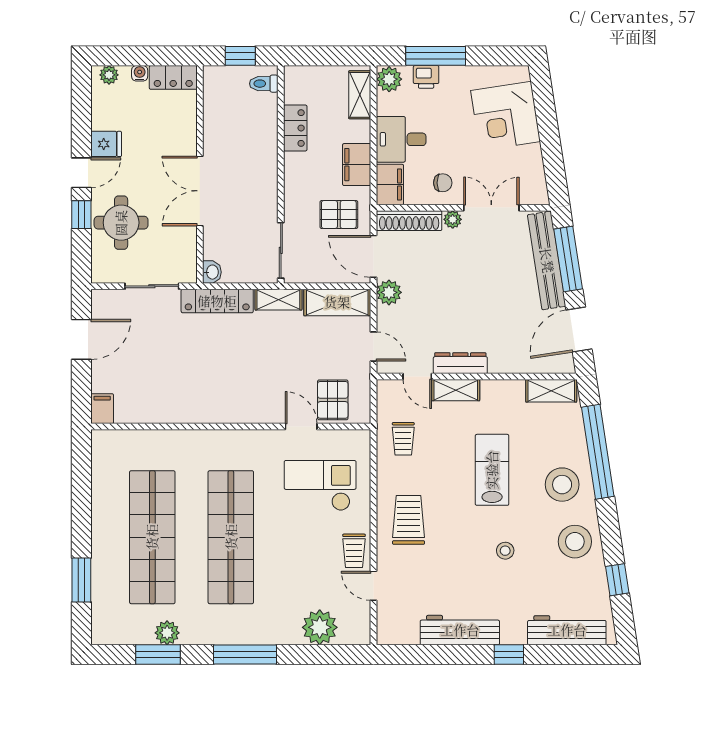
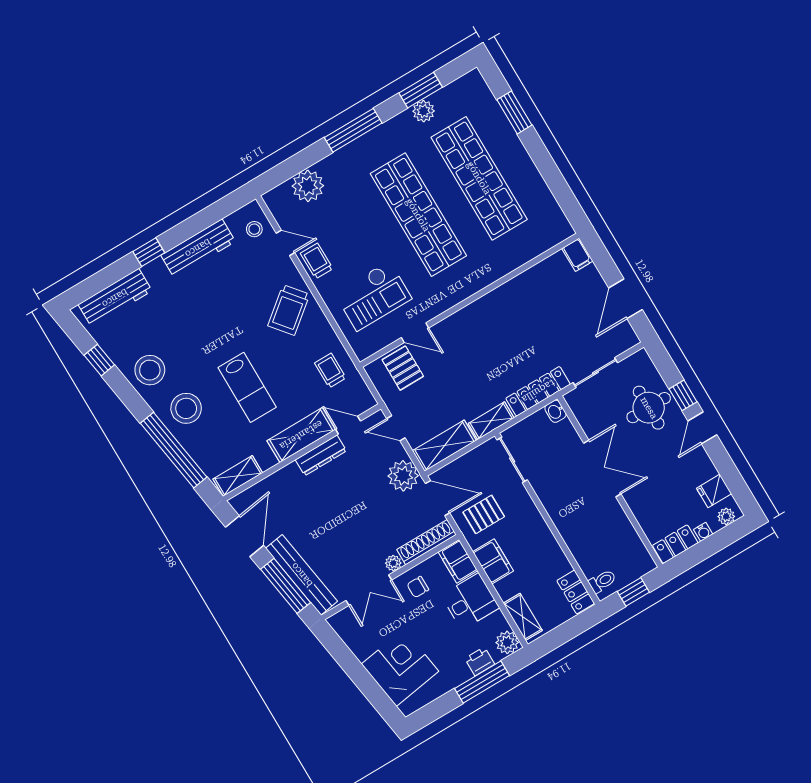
locker: (295, 128) -> (576, 592), moved
fridge: (106, 144) -> (714, 491), moved
plant: (389, 292) -> (403, 476), width x1.36, depth x1.36
shelving: (456, 390) -> (301, 435), width x1.50, depth x1.33
trolley: (409, 520) -> (289, 310), turned 51
stool: (505, 551) -> (254, 229), moved

